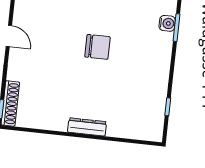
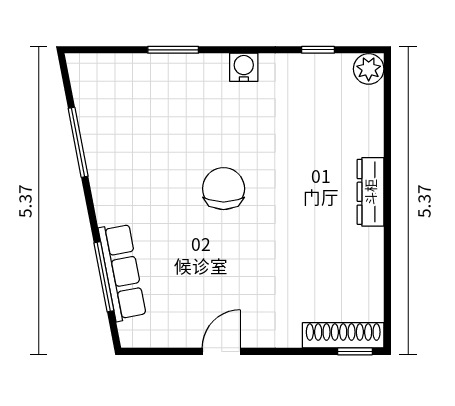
water cooler: (167, 23) -> (244, 67), moved
plant: (154, 133) -> (369, 69), added

